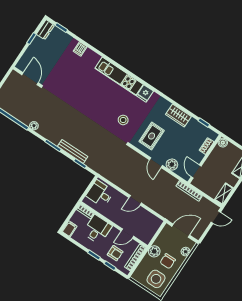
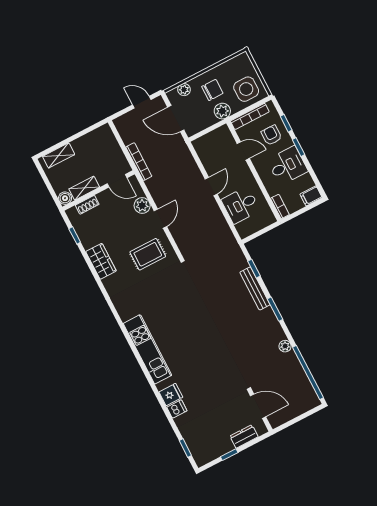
dresser: (45, 30) -> (244, 436), moved
door: (30, 79) -> (258, 406), swing flipped
fridge: (145, 93) -> (171, 395), moved
stool: (123, 120) -> (172, 293), removed
door: (196, 172) -> (117, 181), hinge flipped
desk: (100, 194) -> (241, 205), moved, turned 90
shelving: (224, 194) -> (84, 188), moved
door: (135, 200) -> (211, 186), hinge flipped
door: (216, 217) -> (142, 102), moved
desk: (97, 229) -> (287, 166), moved, turned 180
side table: (156, 279) -> (246, 89), moved

